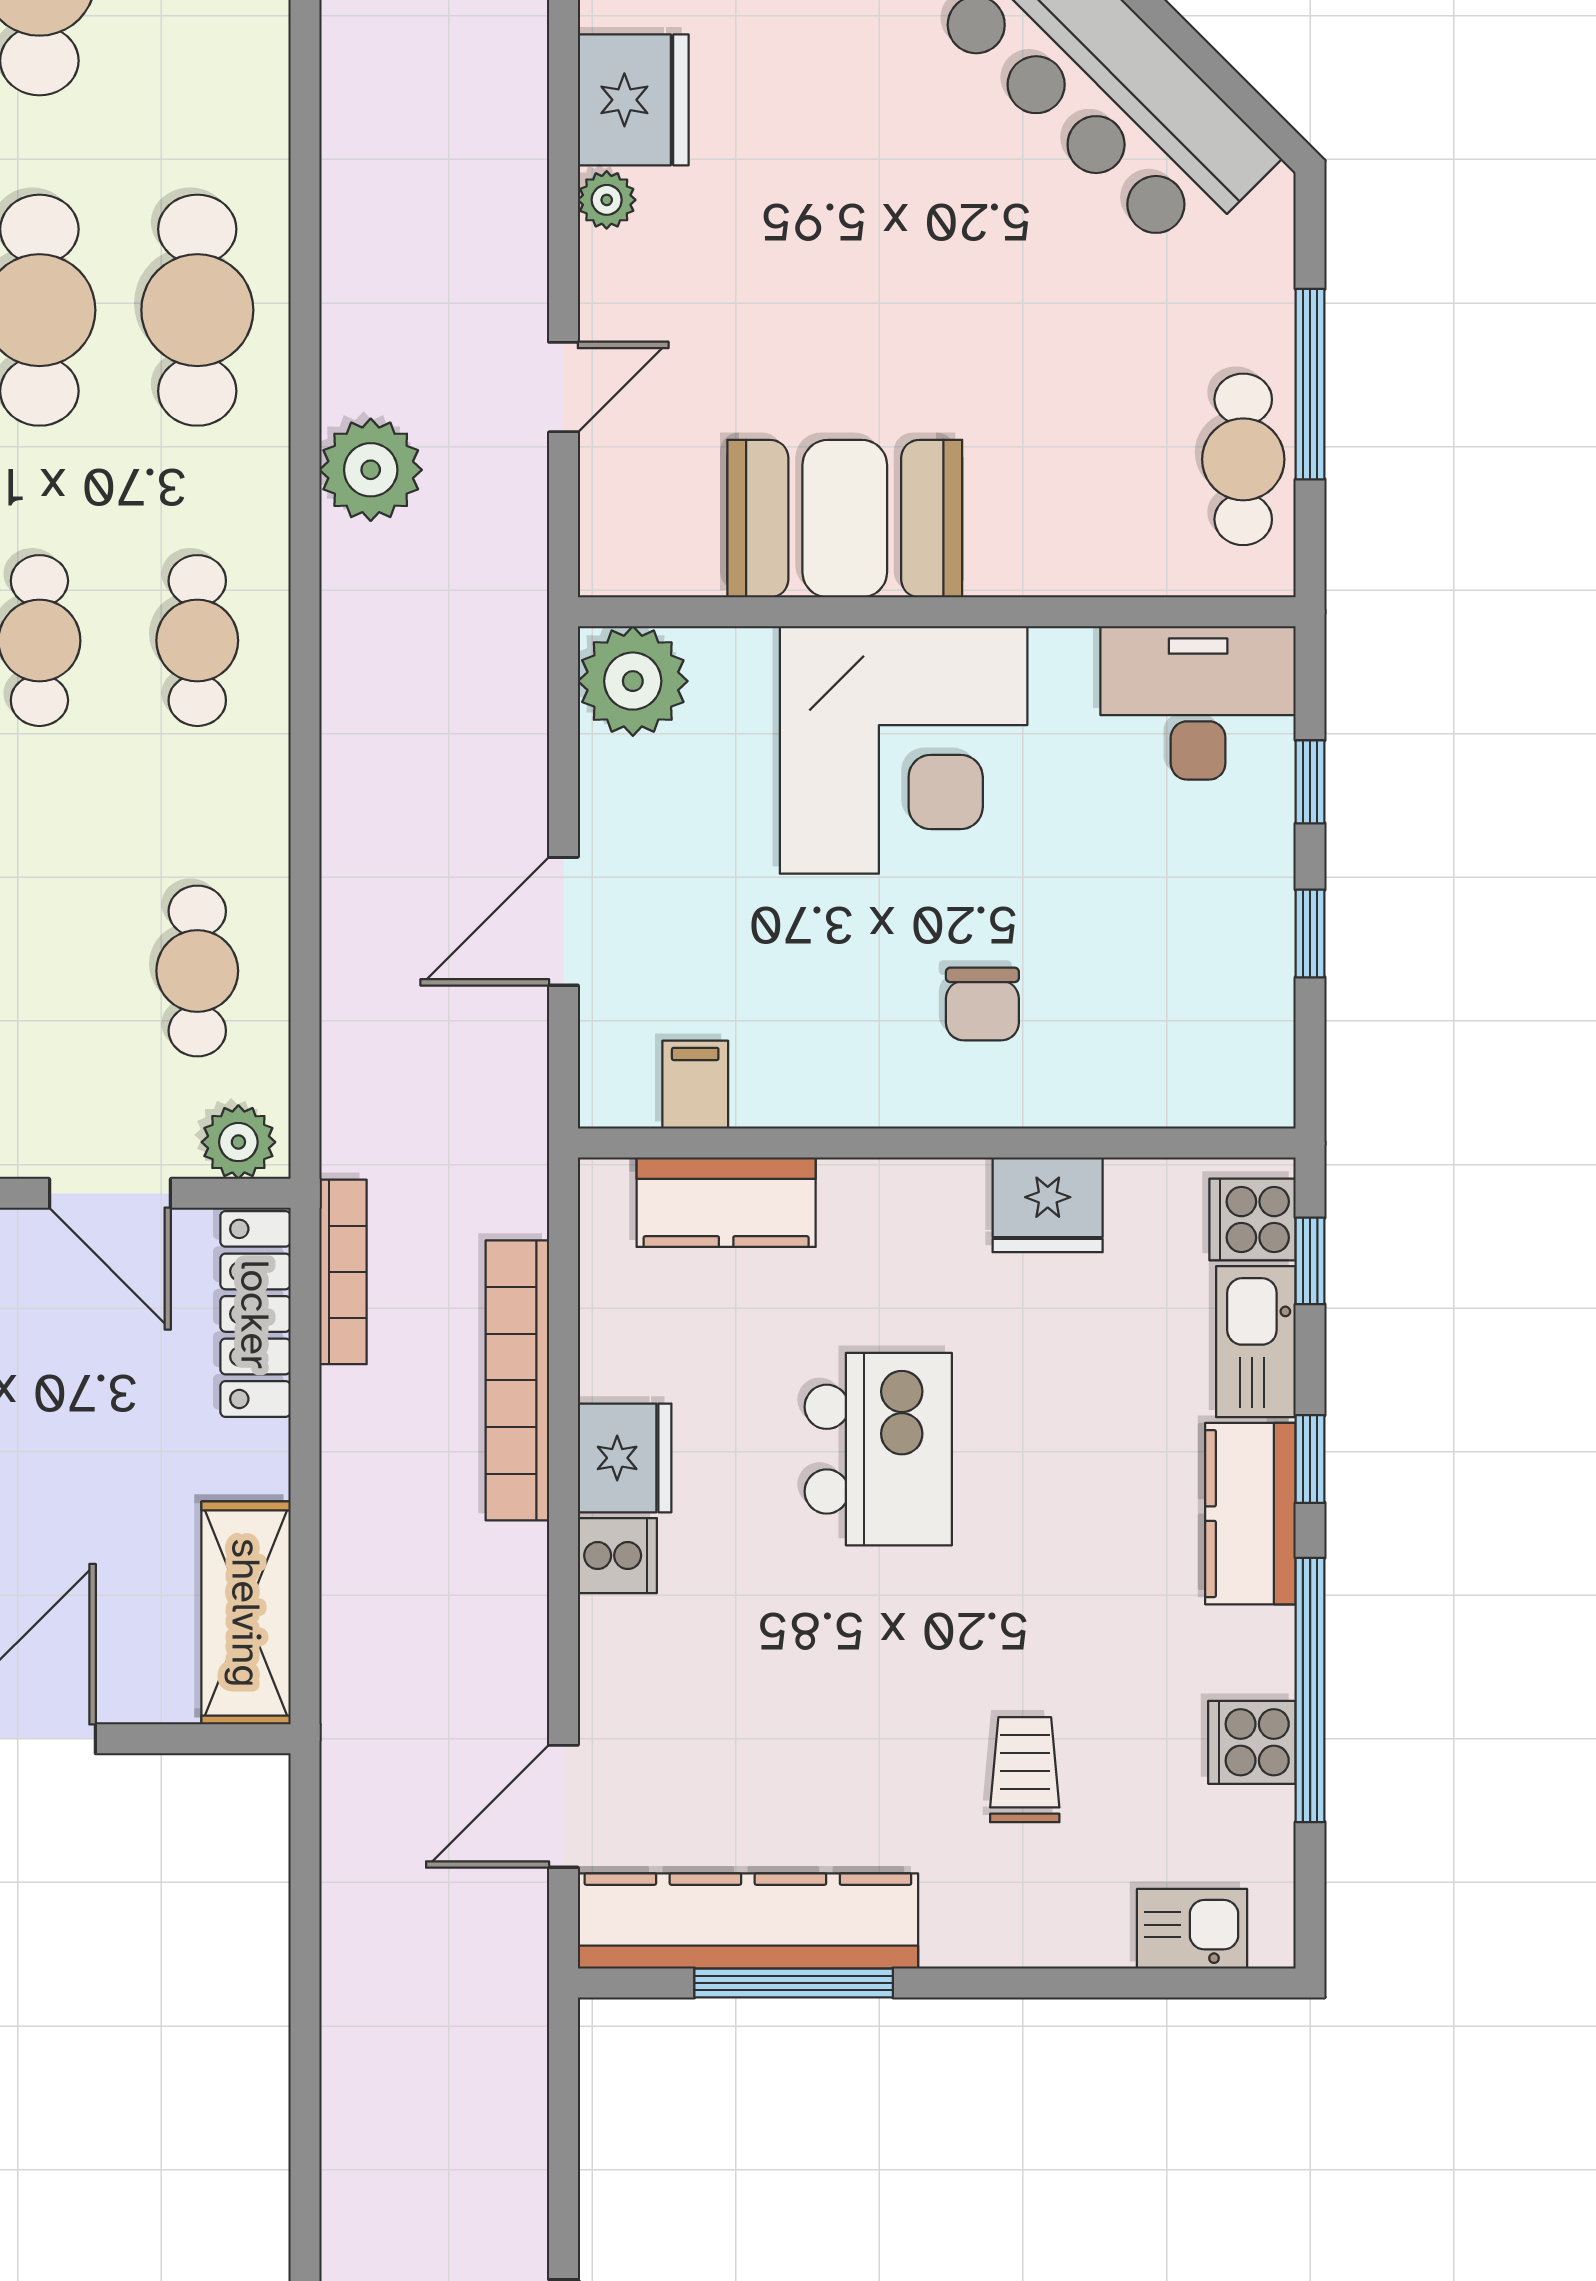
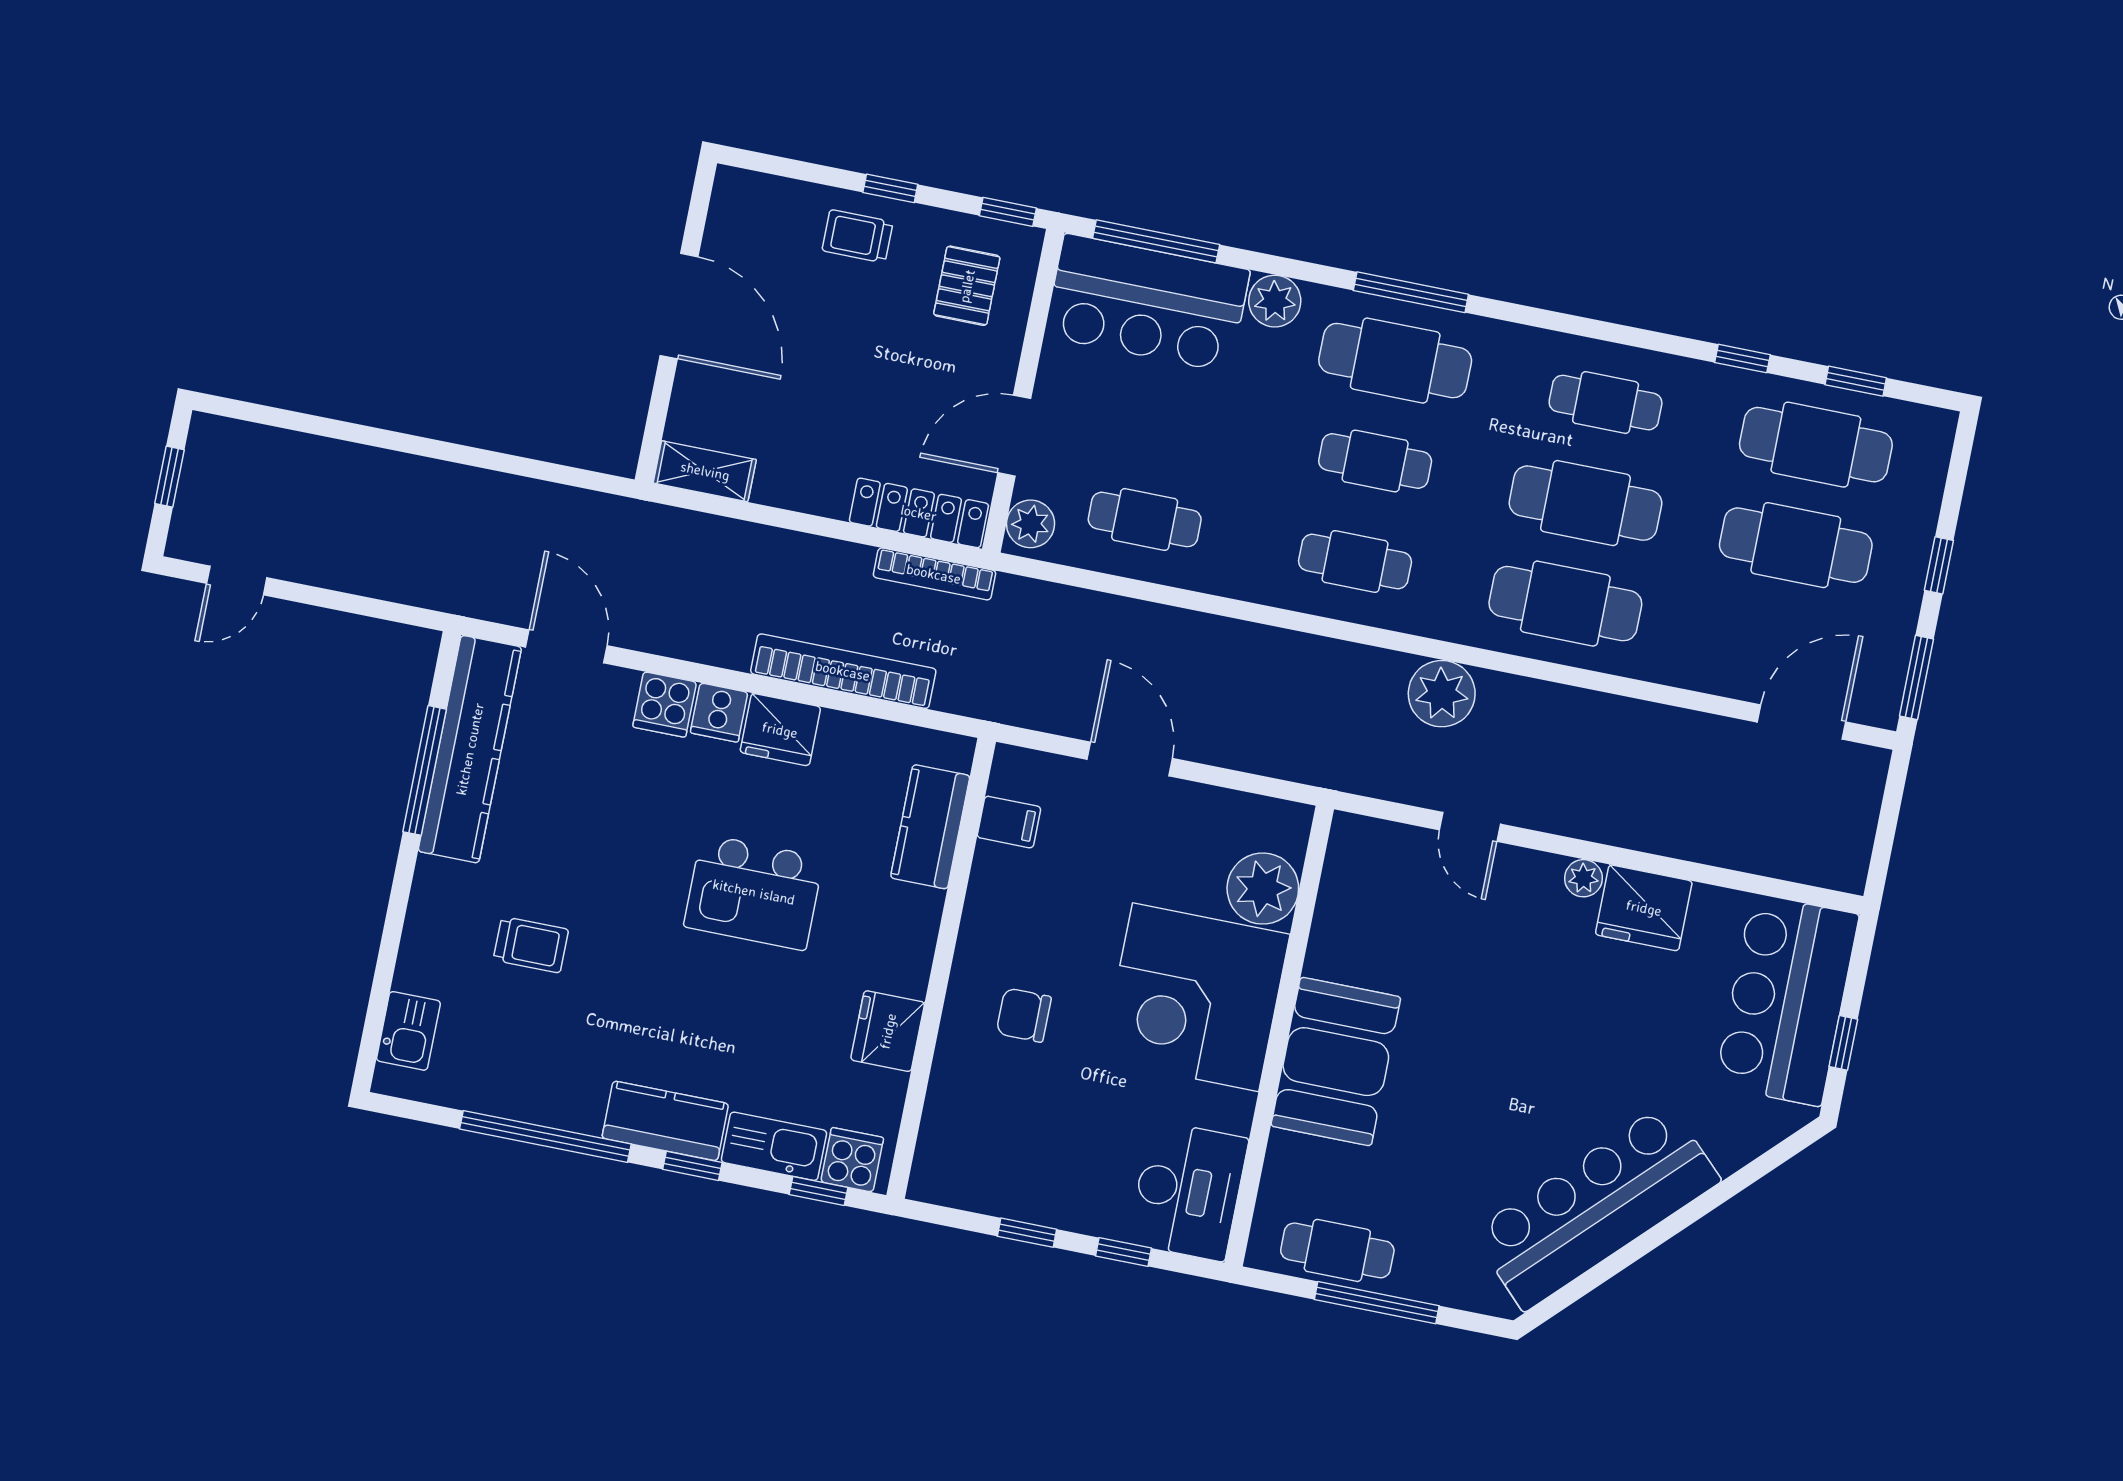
booth: (845, 519) -> (1336, 1062), moved
plant: (633, 681) -> (1263, 889), moved
shelving: (246, 1613) -> (705, 471), width x0.67, depth x0.75
cooker: (1252, 1742) -> (665, 704), moved, turned 180

